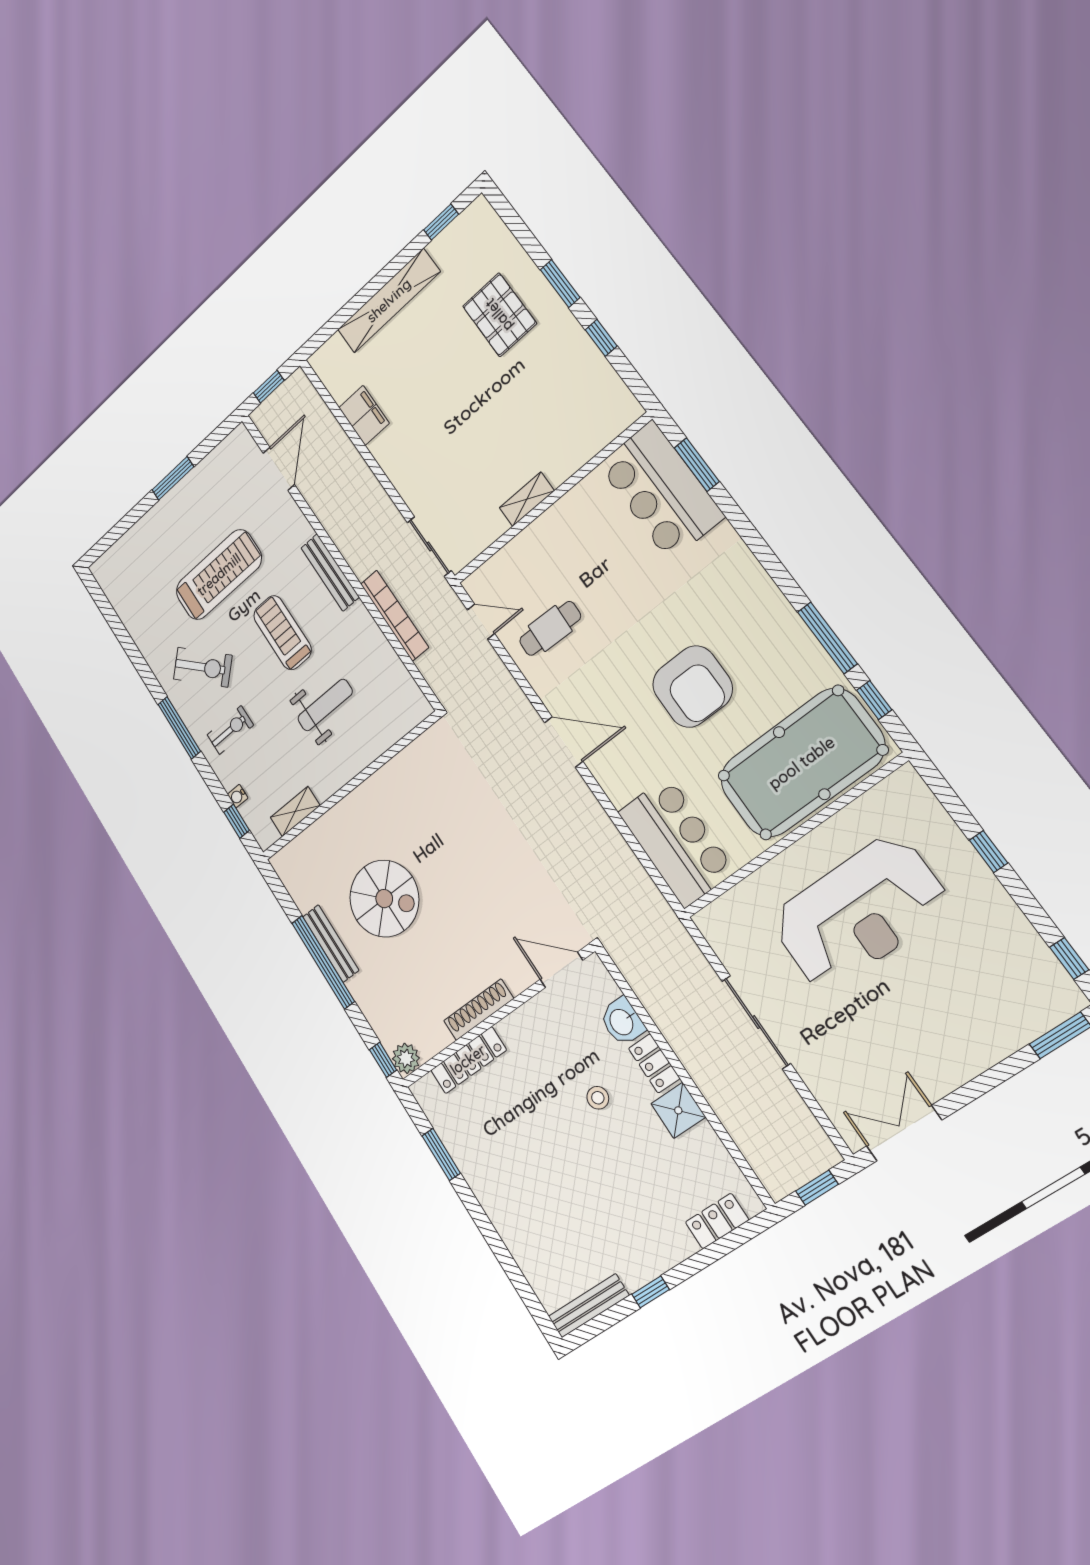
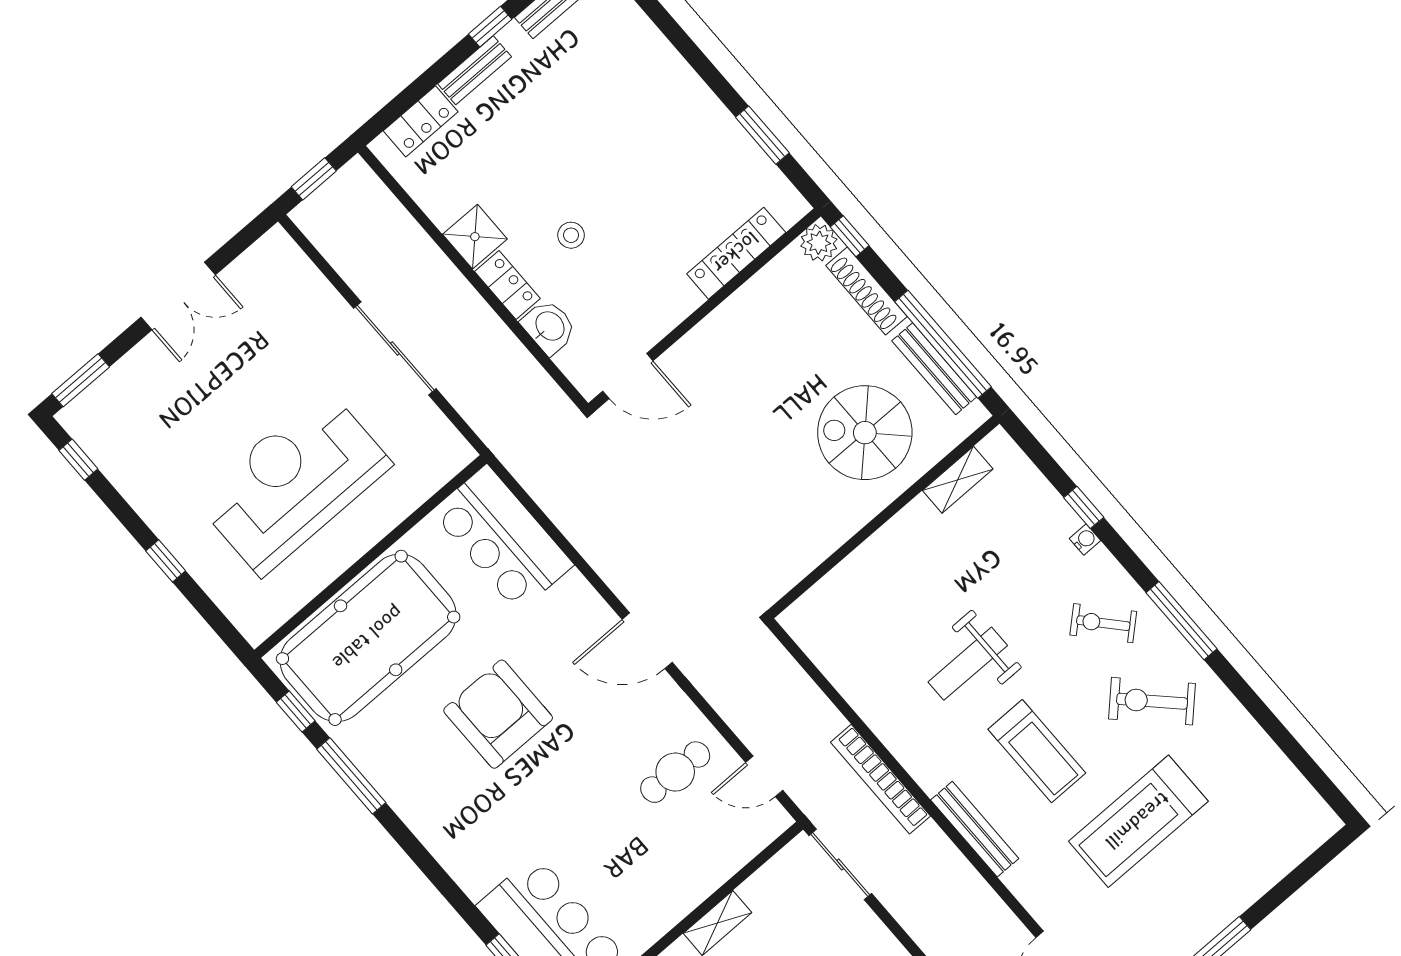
exercise bike: (230, 730) -> (1103, 623), turned 48
wall: (349, 787) -> (883, 517), moved
shelving: (295, 812) -> (958, 480), moved
shoe rack: (479, 1010) -> (866, 291), moved, turned 90
double door: (904, 1133) -> (178, 296), moved
bench: (667, 1257) -> (475, 70), added

